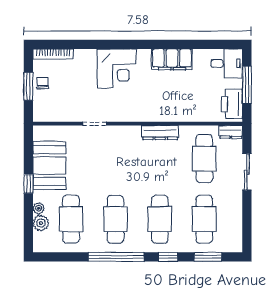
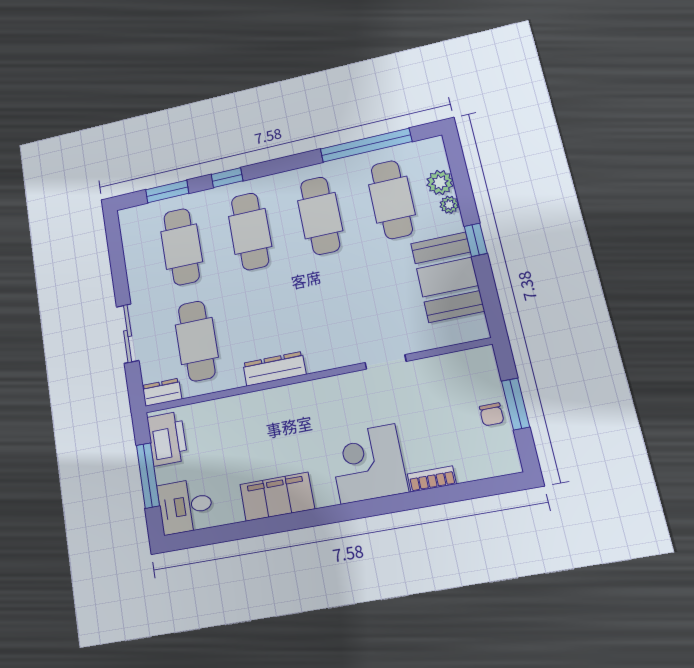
bookcase: (53, 54) -> (432, 479), moved, width x0.64
window: (116, 257) -> (366, 145), moved

